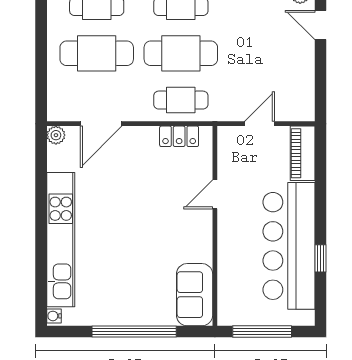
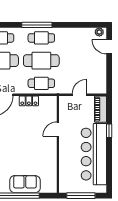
locker: (179, 136) -> (29, 101), moved
window: (320, 258) -> (109, 131), moved
sofa: (195, 295) -> (25, 184), moved, turned 90

